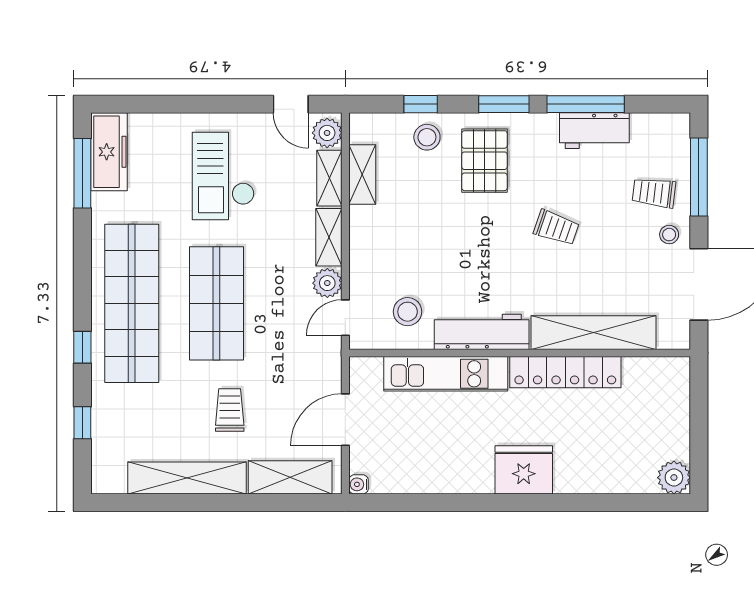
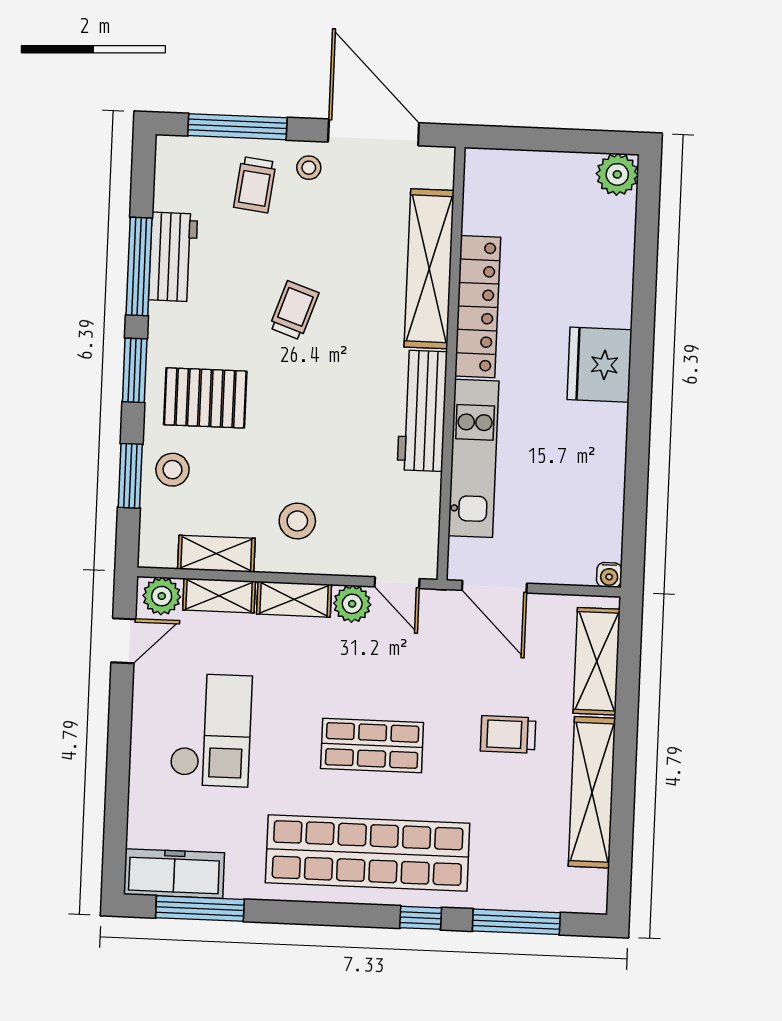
window: (421, 104) -> (130, 476), width x1.50
checkout: (223, 176) -> (211, 730), turned -90
shop shelf: (216, 303) -> (372, 745), width x0.70, depth x0.74
stool: (408, 312) -> (297, 521), moved
door: (345, 420) -> (494, 587), moved
window: (82, 423) -> (516, 922), width x2.17

